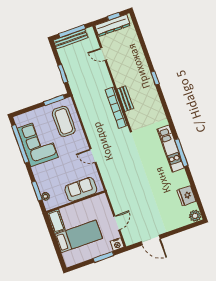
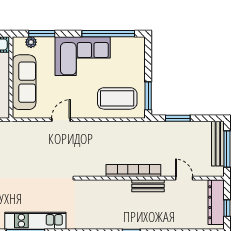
door: (103, 54) -> (184, 178), hinge flipped
bench: (125, 99) -> (148, 186), moved
bookcase: (116, 108) -> (133, 171), moved
corner sofa: (38, 143) -> (83, 56), moved
sofa: (81, 189) -> (24, 82), width x1.36

